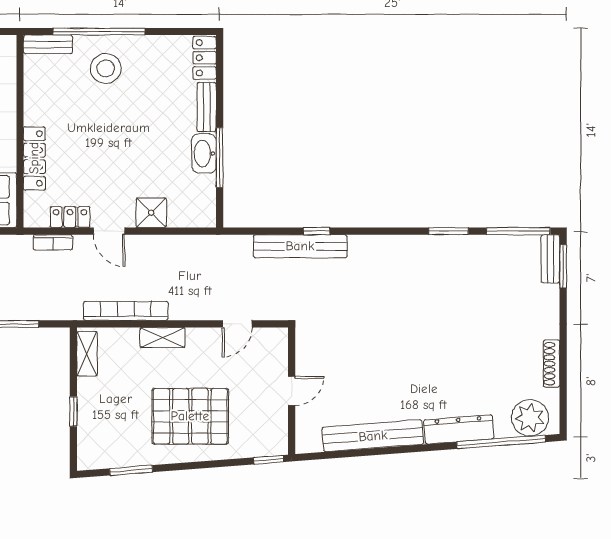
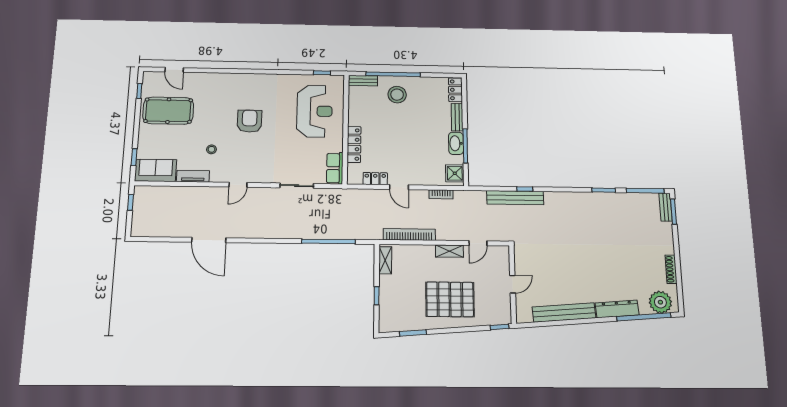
shower: (151, 213) -> (455, 173), moved
bookcase: (53, 242) -> (441, 194), moved
shelving: (162, 338) -> (449, 251), moved

